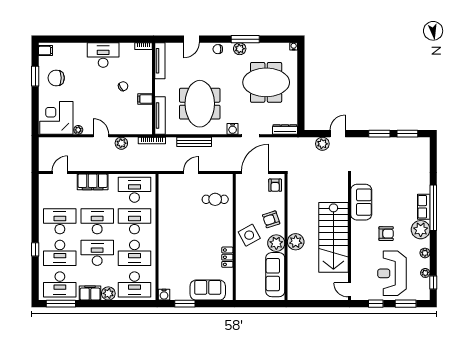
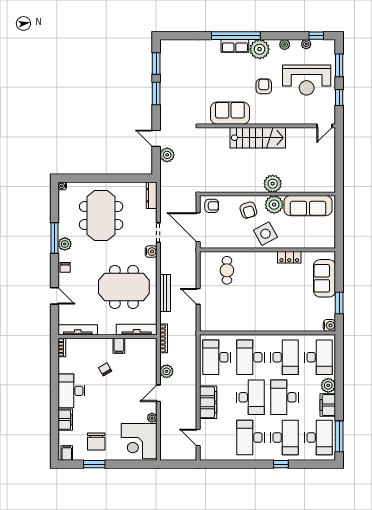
filing cabinet: (76, 49) -> (65, 420), added
desk: (97, 221) -> (251, 397), turned 180
stairs: (333, 237) -> (258, 138), width x0.73, depth x0.66

